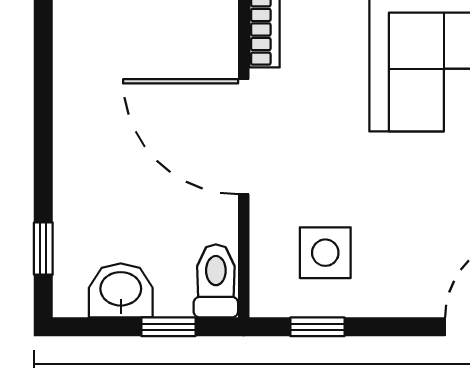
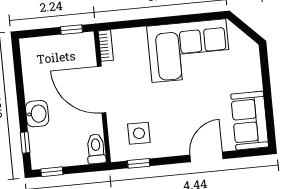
washbasin: (121, 290) -> (37, 114), moved, turned 90
window: (168, 327) -> (52, 172), moved

